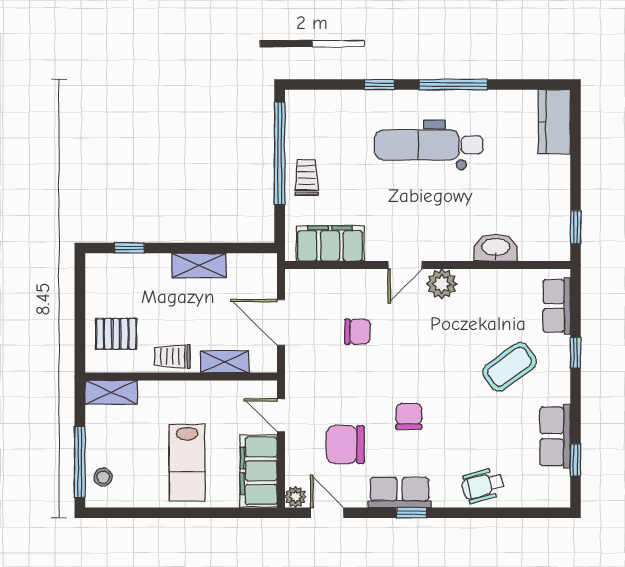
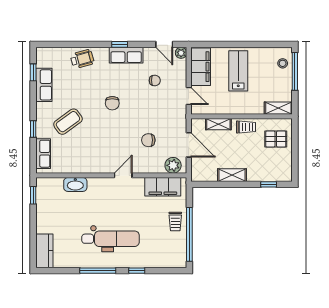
plant: (442, 284) -> (173, 165), moved
chair: (409, 416) -> (112, 103), moved
chair: (345, 445) -> (155, 80), width x0.54, depth x0.54

